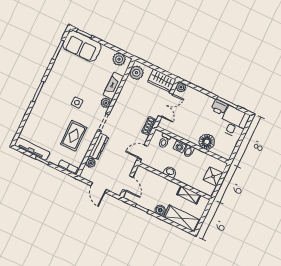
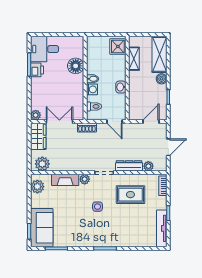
shower: (213, 177) -> (118, 46), moved

